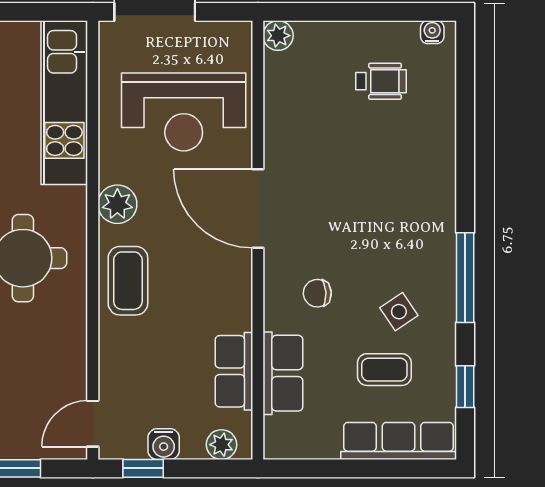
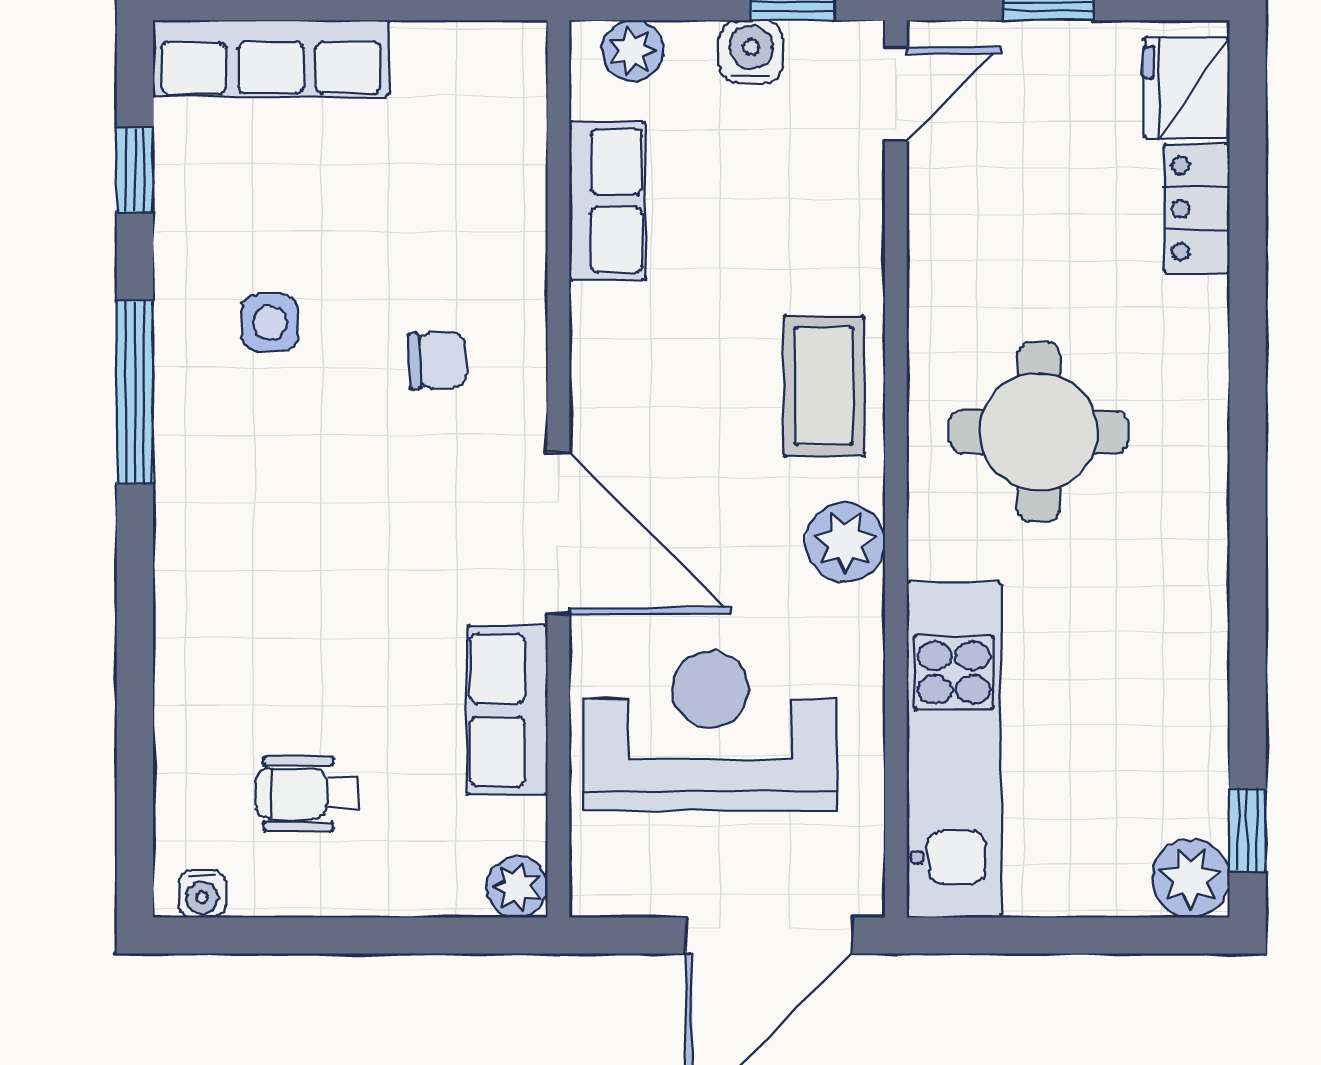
side table: (399, 312) -> (270, 323), turned 34
coffee table: (384, 370) -> (300, 204), removed
row of seats: (283, 373) -> (507, 710), moved

